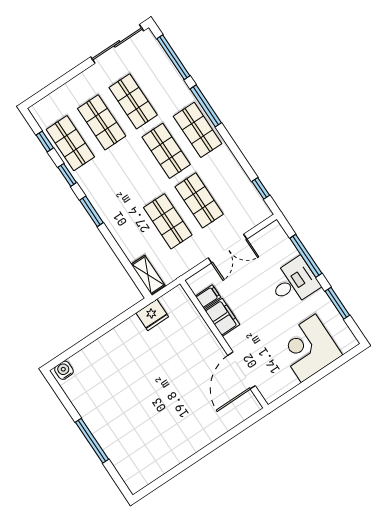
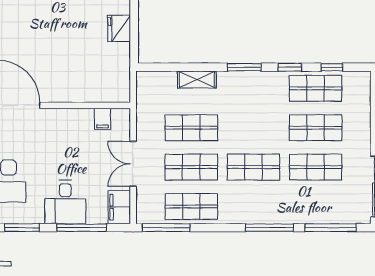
shop shelf: (198, 130) -> (191, 206), moved
window: (261, 188) -> (166, 228), width x2.17
shelving: (148, 275) -> (197, 80), moved
fridge: (152, 315) -> (119, 28), moved
filing cabinet: (222, 317) -> (119, 207), moved, turned 90

